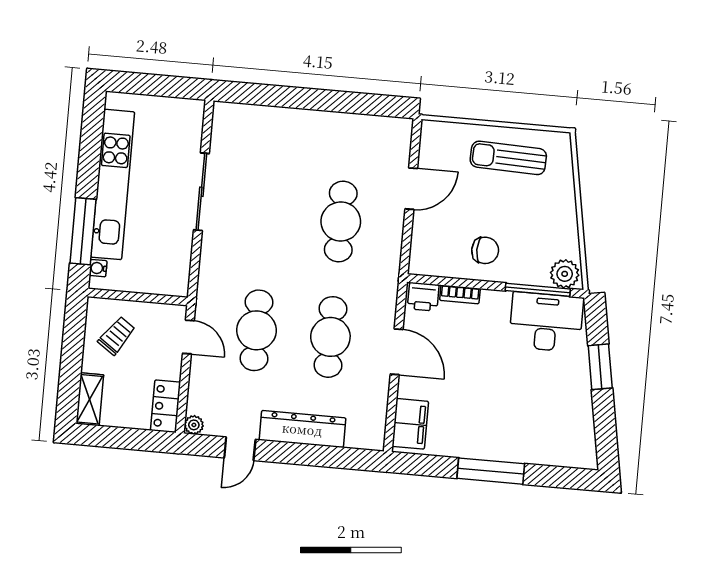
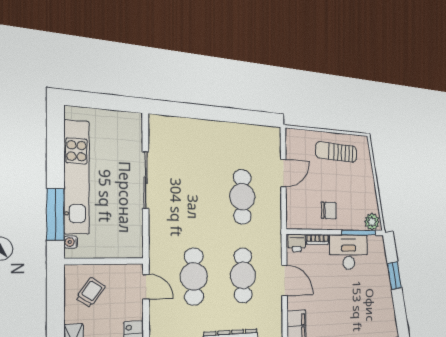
desk: (546, 322) -> (349, 252), moved

